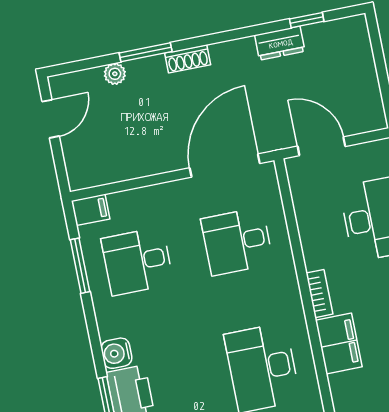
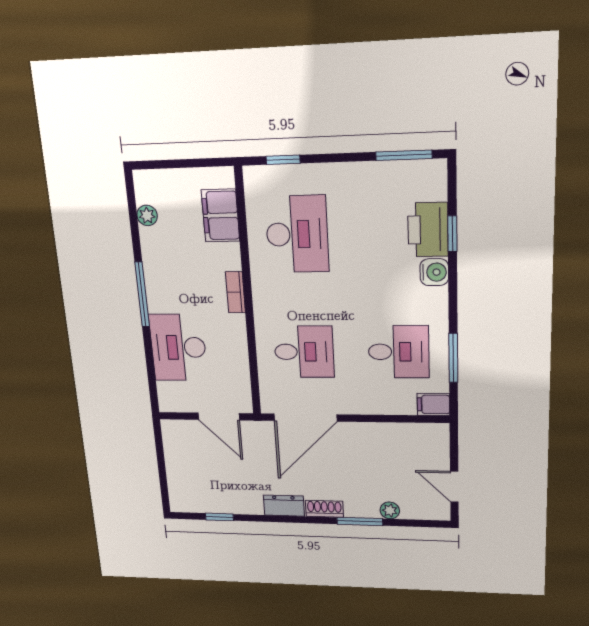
dresser: (280, 43) -> (284, 506), moved
door: (51, 119) -> (454, 487), hinge flipped
filing cabinet: (339, 343) -> (220, 215), moved

